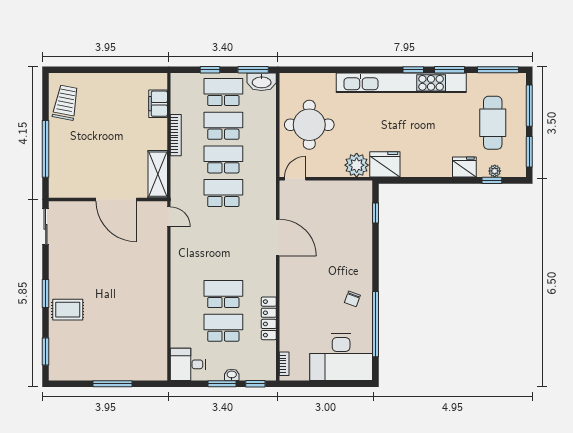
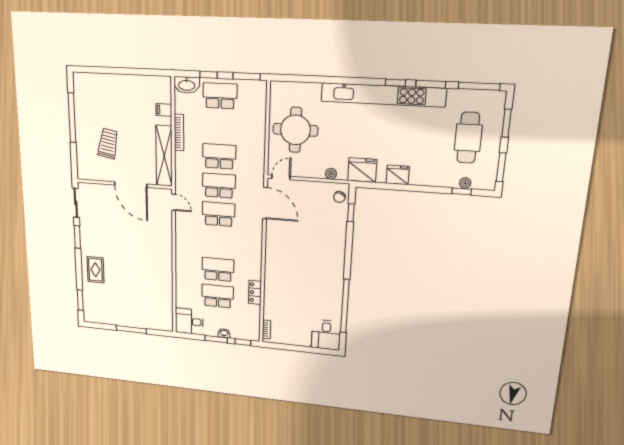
washbasin: (262, 82) -> (187, 85), moved
trolley: (66, 103) -> (108, 144), moved
filing cabinet: (158, 104) -> (164, 110), width x0.50
window: (529, 106) -> (506, 123), width x0.69
school desk: (223, 126) -> (219, 214), moved
window: (46, 149) -> (72, 118), moved
plant: (357, 165) -> (331, 174), width x0.53, depth x0.53
fridge: (464, 167) -> (398, 175), moved
shelving: (158, 174) -> (164, 156), width x1.47
door: (278, 238) -> (265, 203), moved
window: (46, 294) -> (77, 237), moved
chair: (352, 299) -> (339, 197), moved
rug: (68, 310) -> (95, 270), turned 90
locker: (269, 318) -> (255, 292), width x0.66
desk: (341, 357) -> (326, 335), width x0.53, depth x0.77

